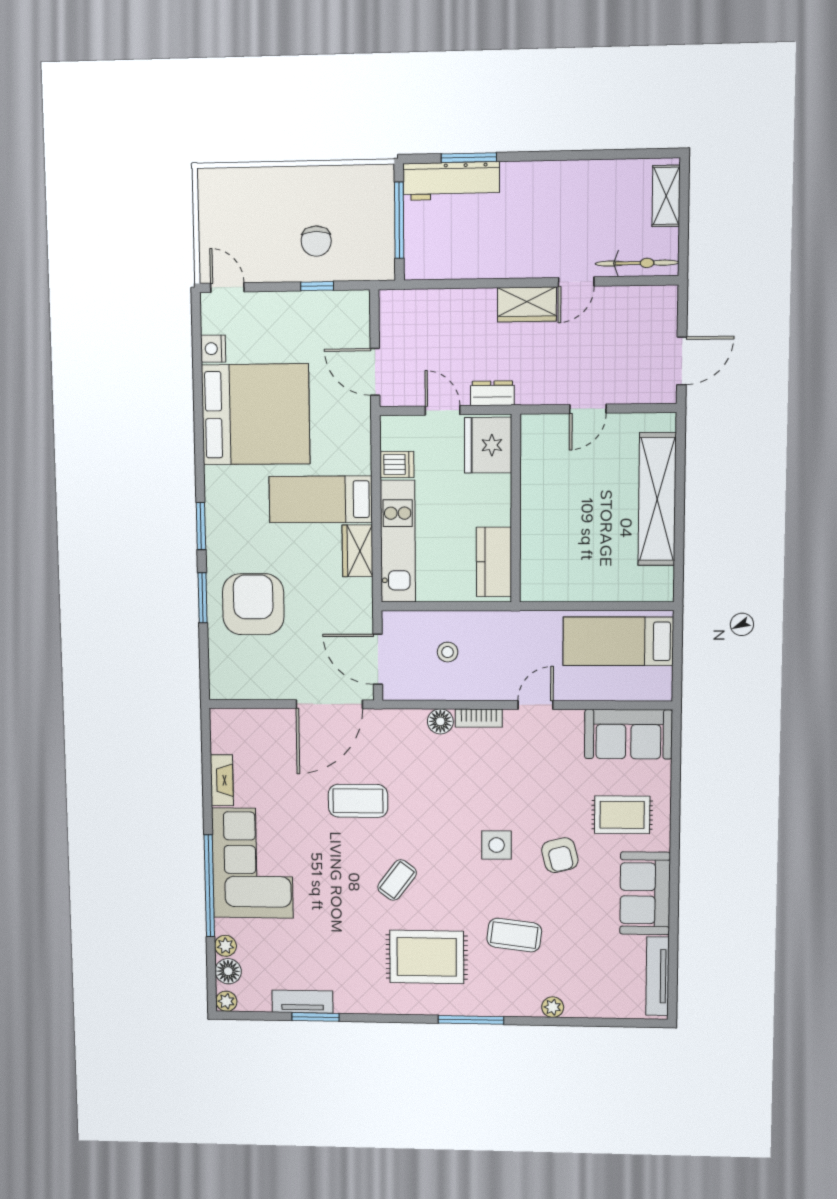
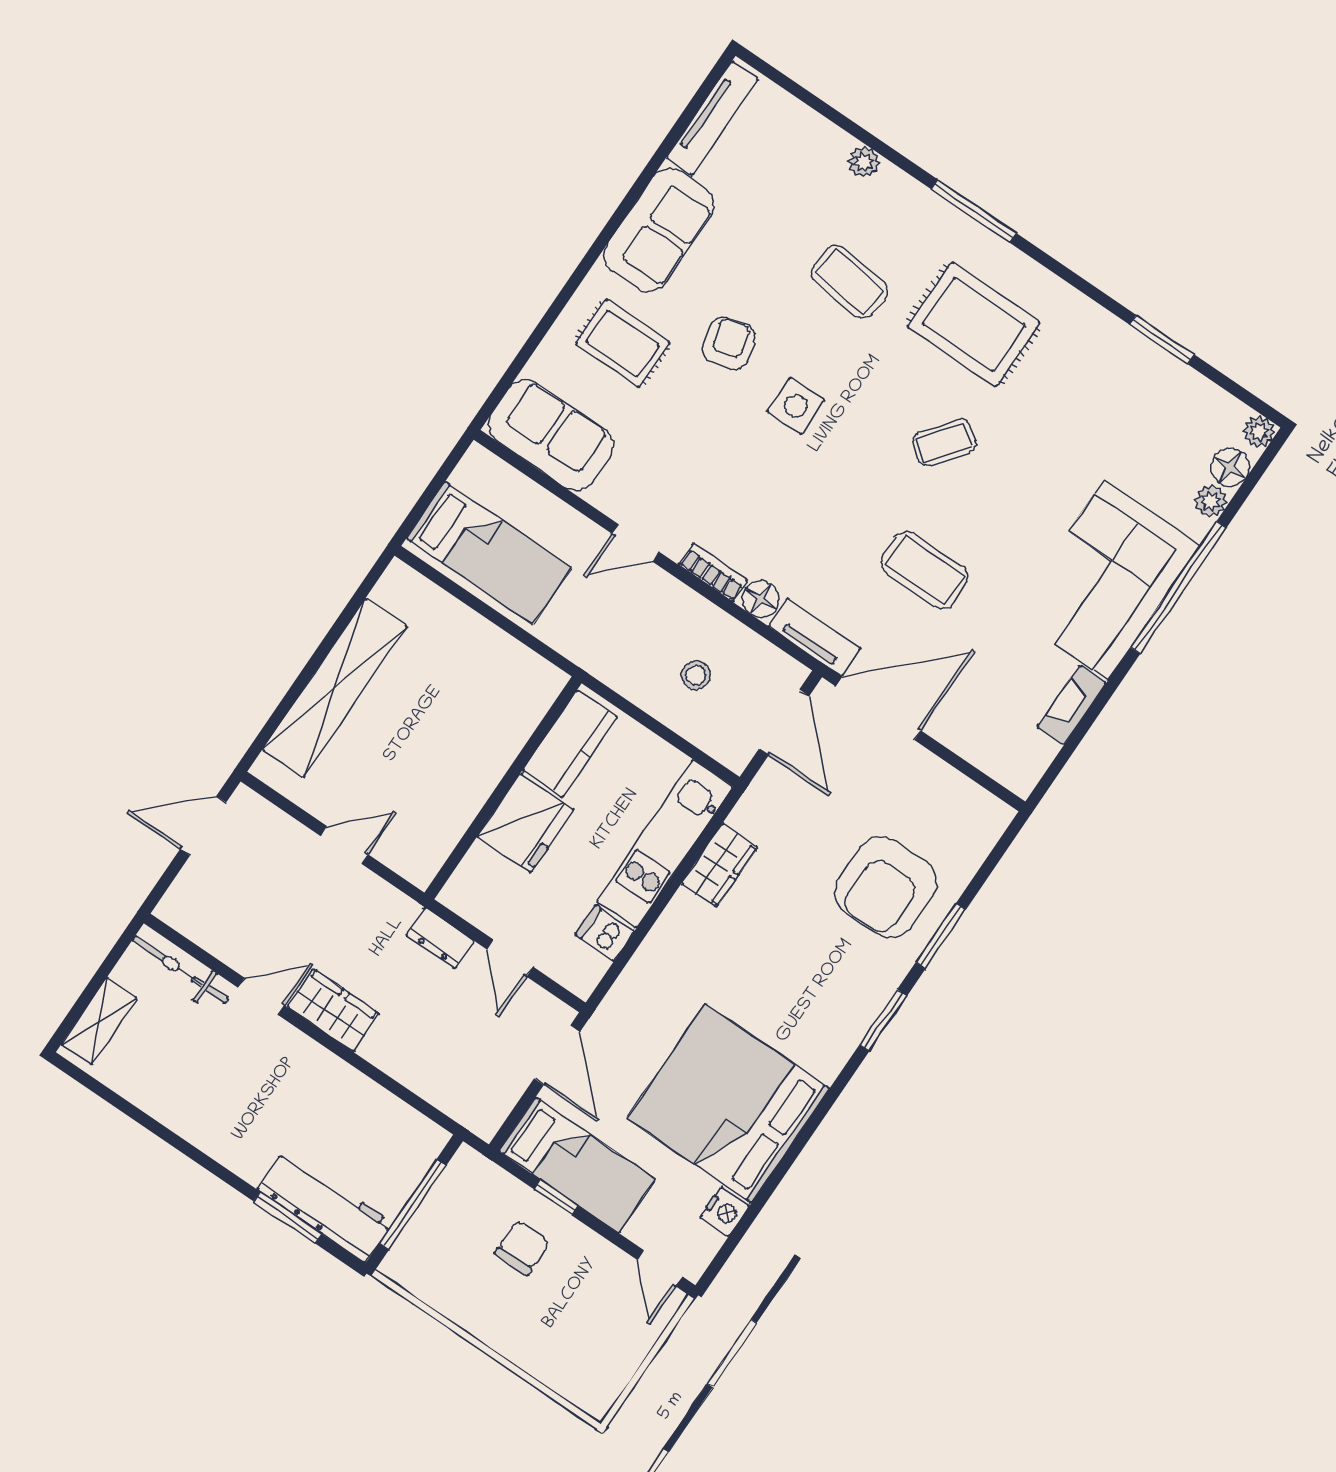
fridge: (488, 445) -> (526, 823), moved
bed: (321, 499) -> (577, 1165), moved
tv unit: (302, 1002) -> (815, 637), moved, turned 180

